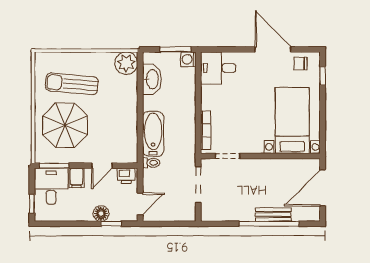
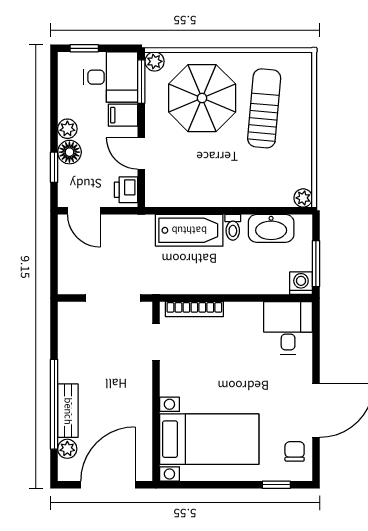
plant: (126, 63) -> (303, 198), width x0.53, depth x0.53
plant: (41, 157) -> (155, 61), added
toilet: (151, 163) -> (233, 227), moved
door: (323, 188) -> (108, 485), hinge flipped
plant: (85, 215) -> (67, 129), added
plant: (299, 215) -> (67, 449), added

